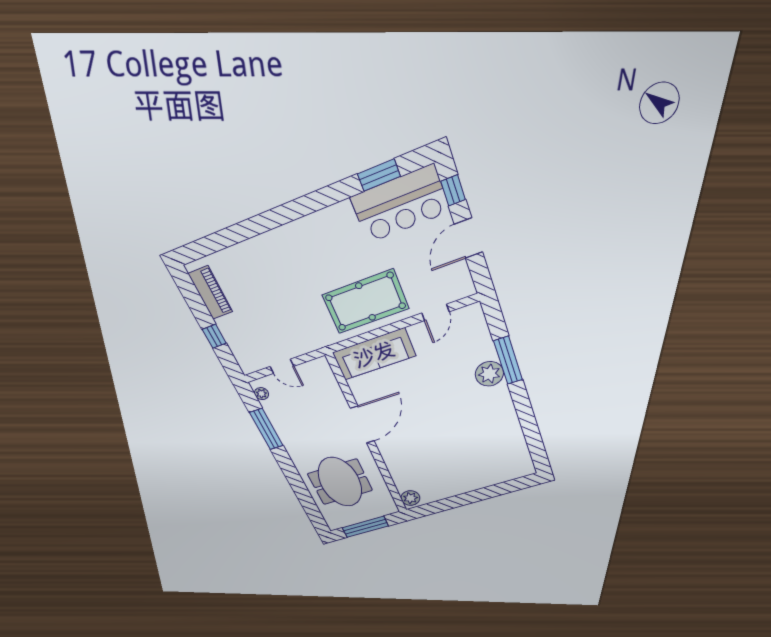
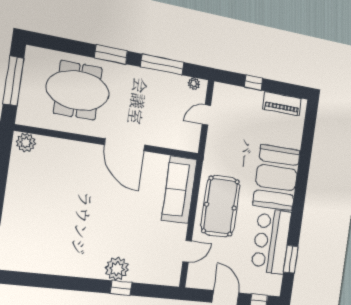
bar counter: (400, 204) -> (271, 241), moved
booth: (293, 253) -> (277, 178), added
door: (435, 312) -> (187, 251), swing flipped
window: (508, 360) -> (121, 288), width x0.46
window: (291, 472) -> (111, 54), added

